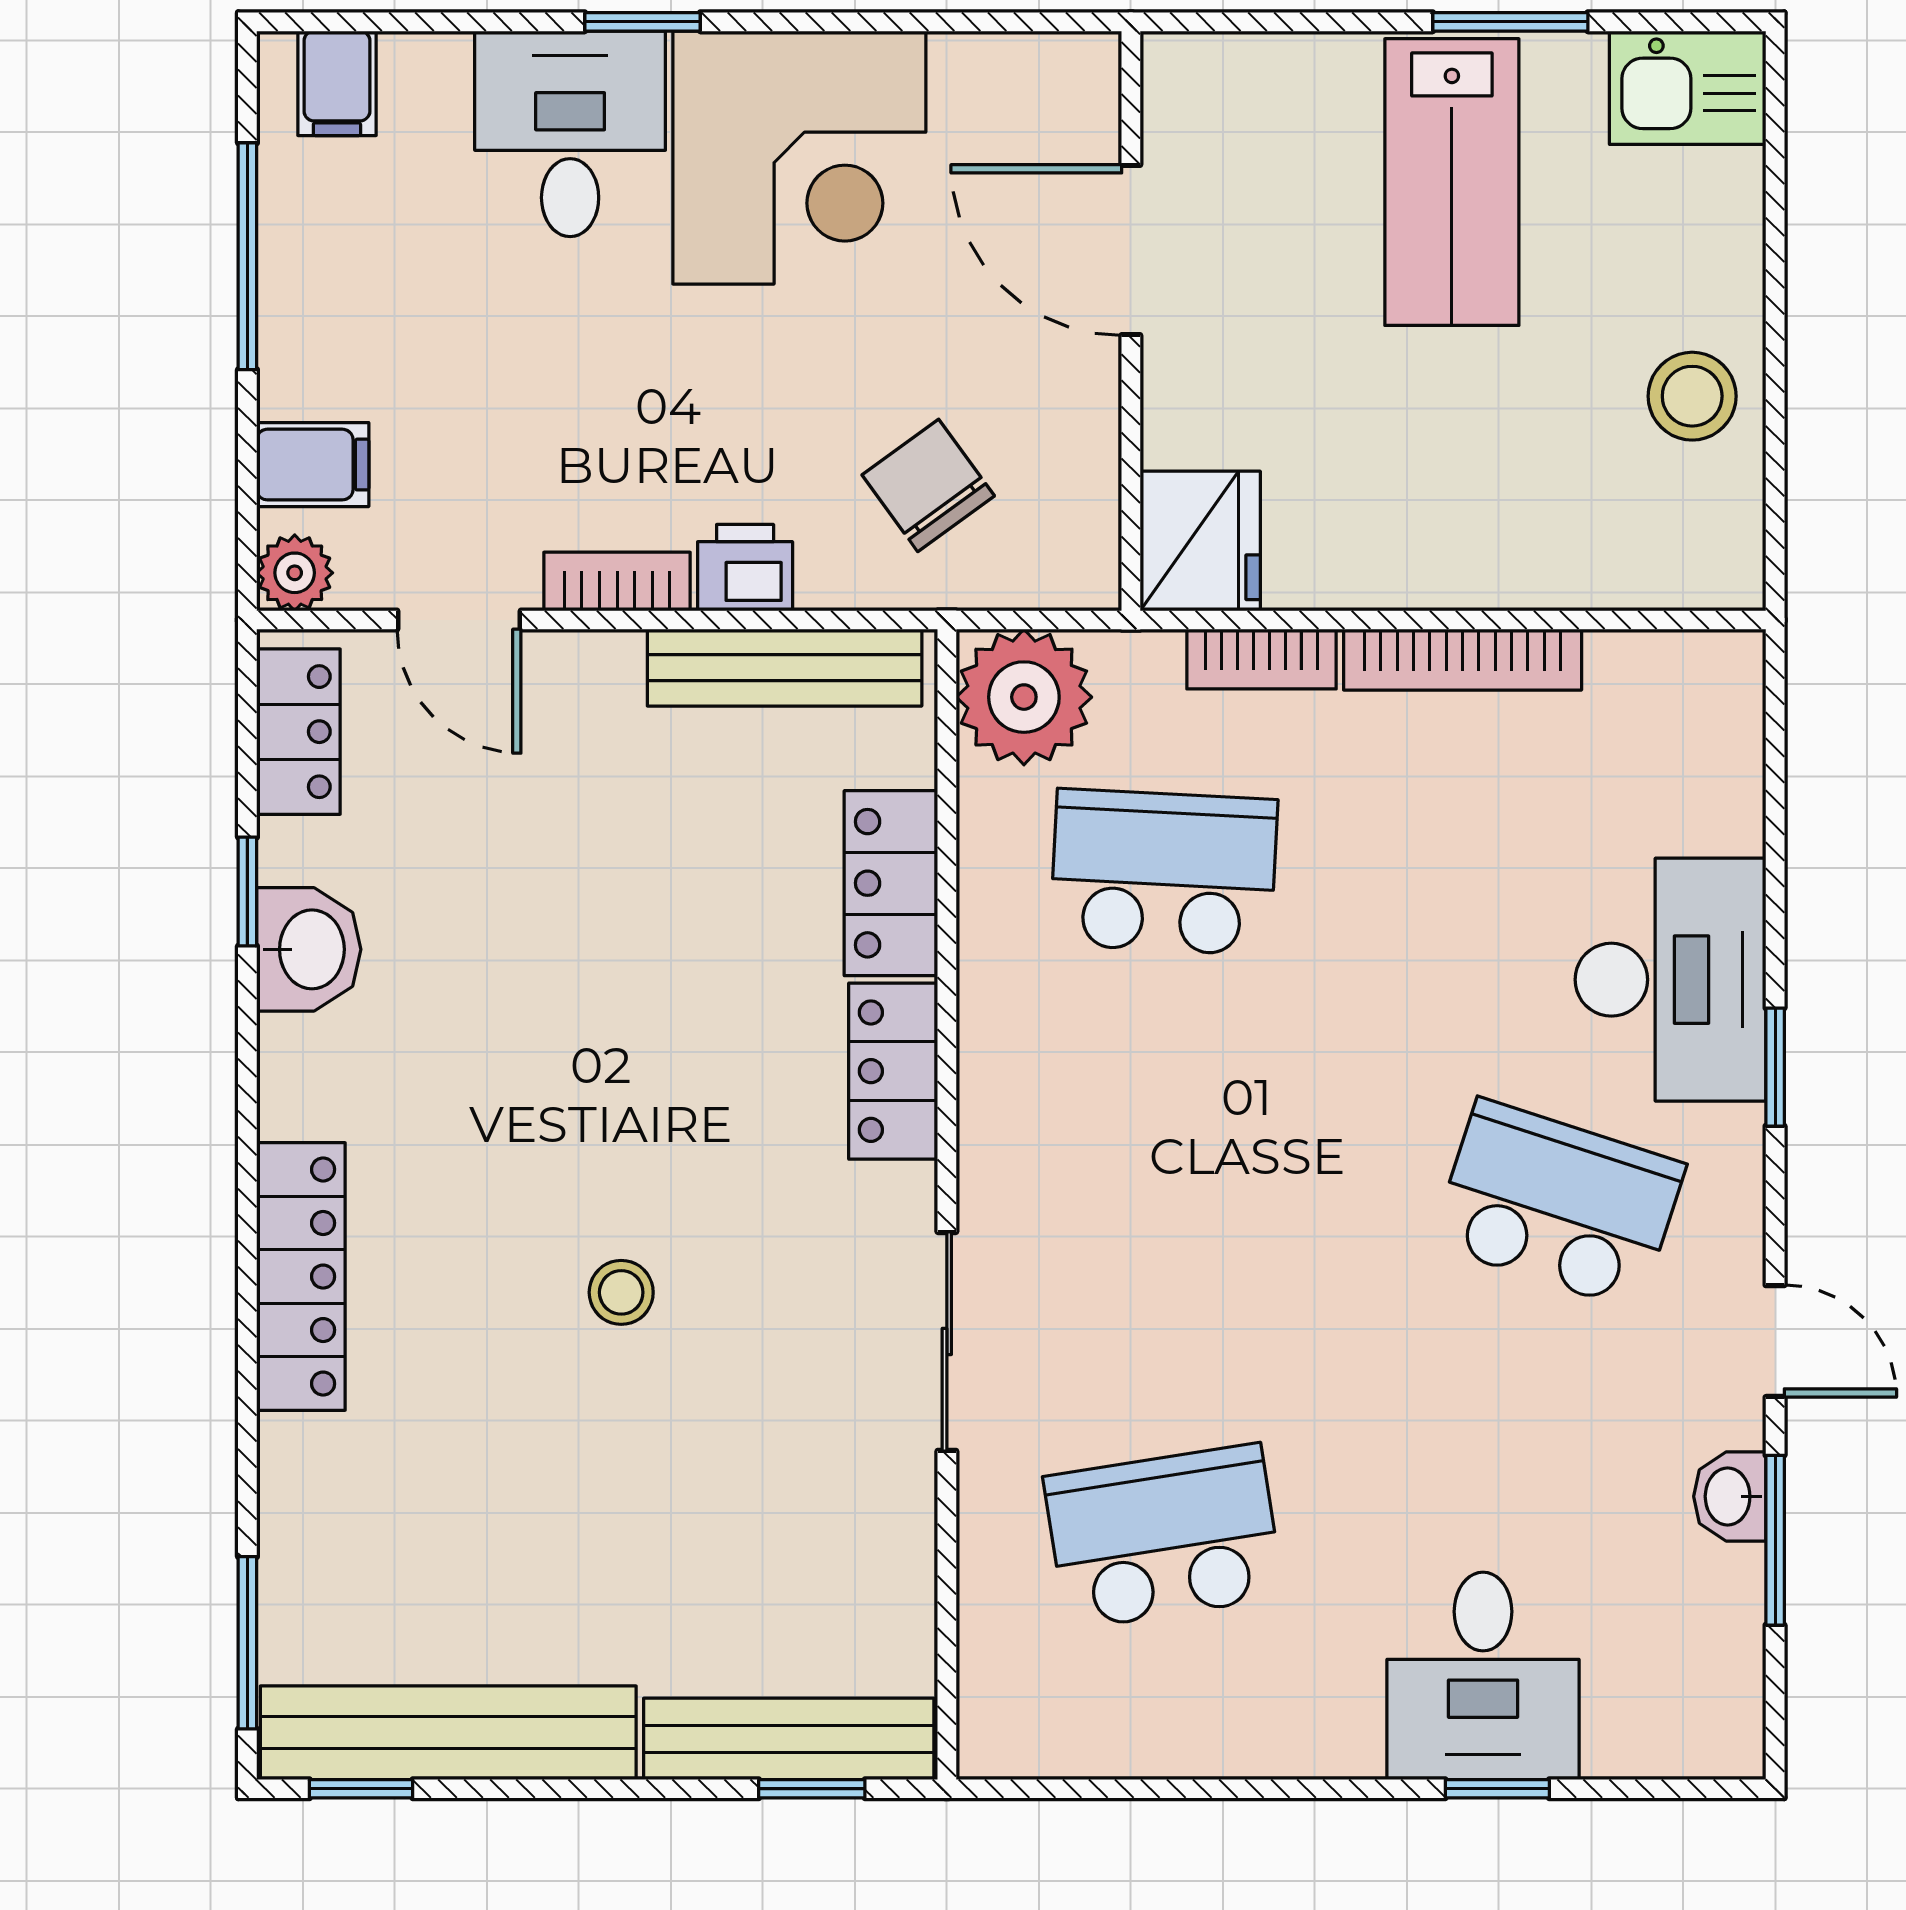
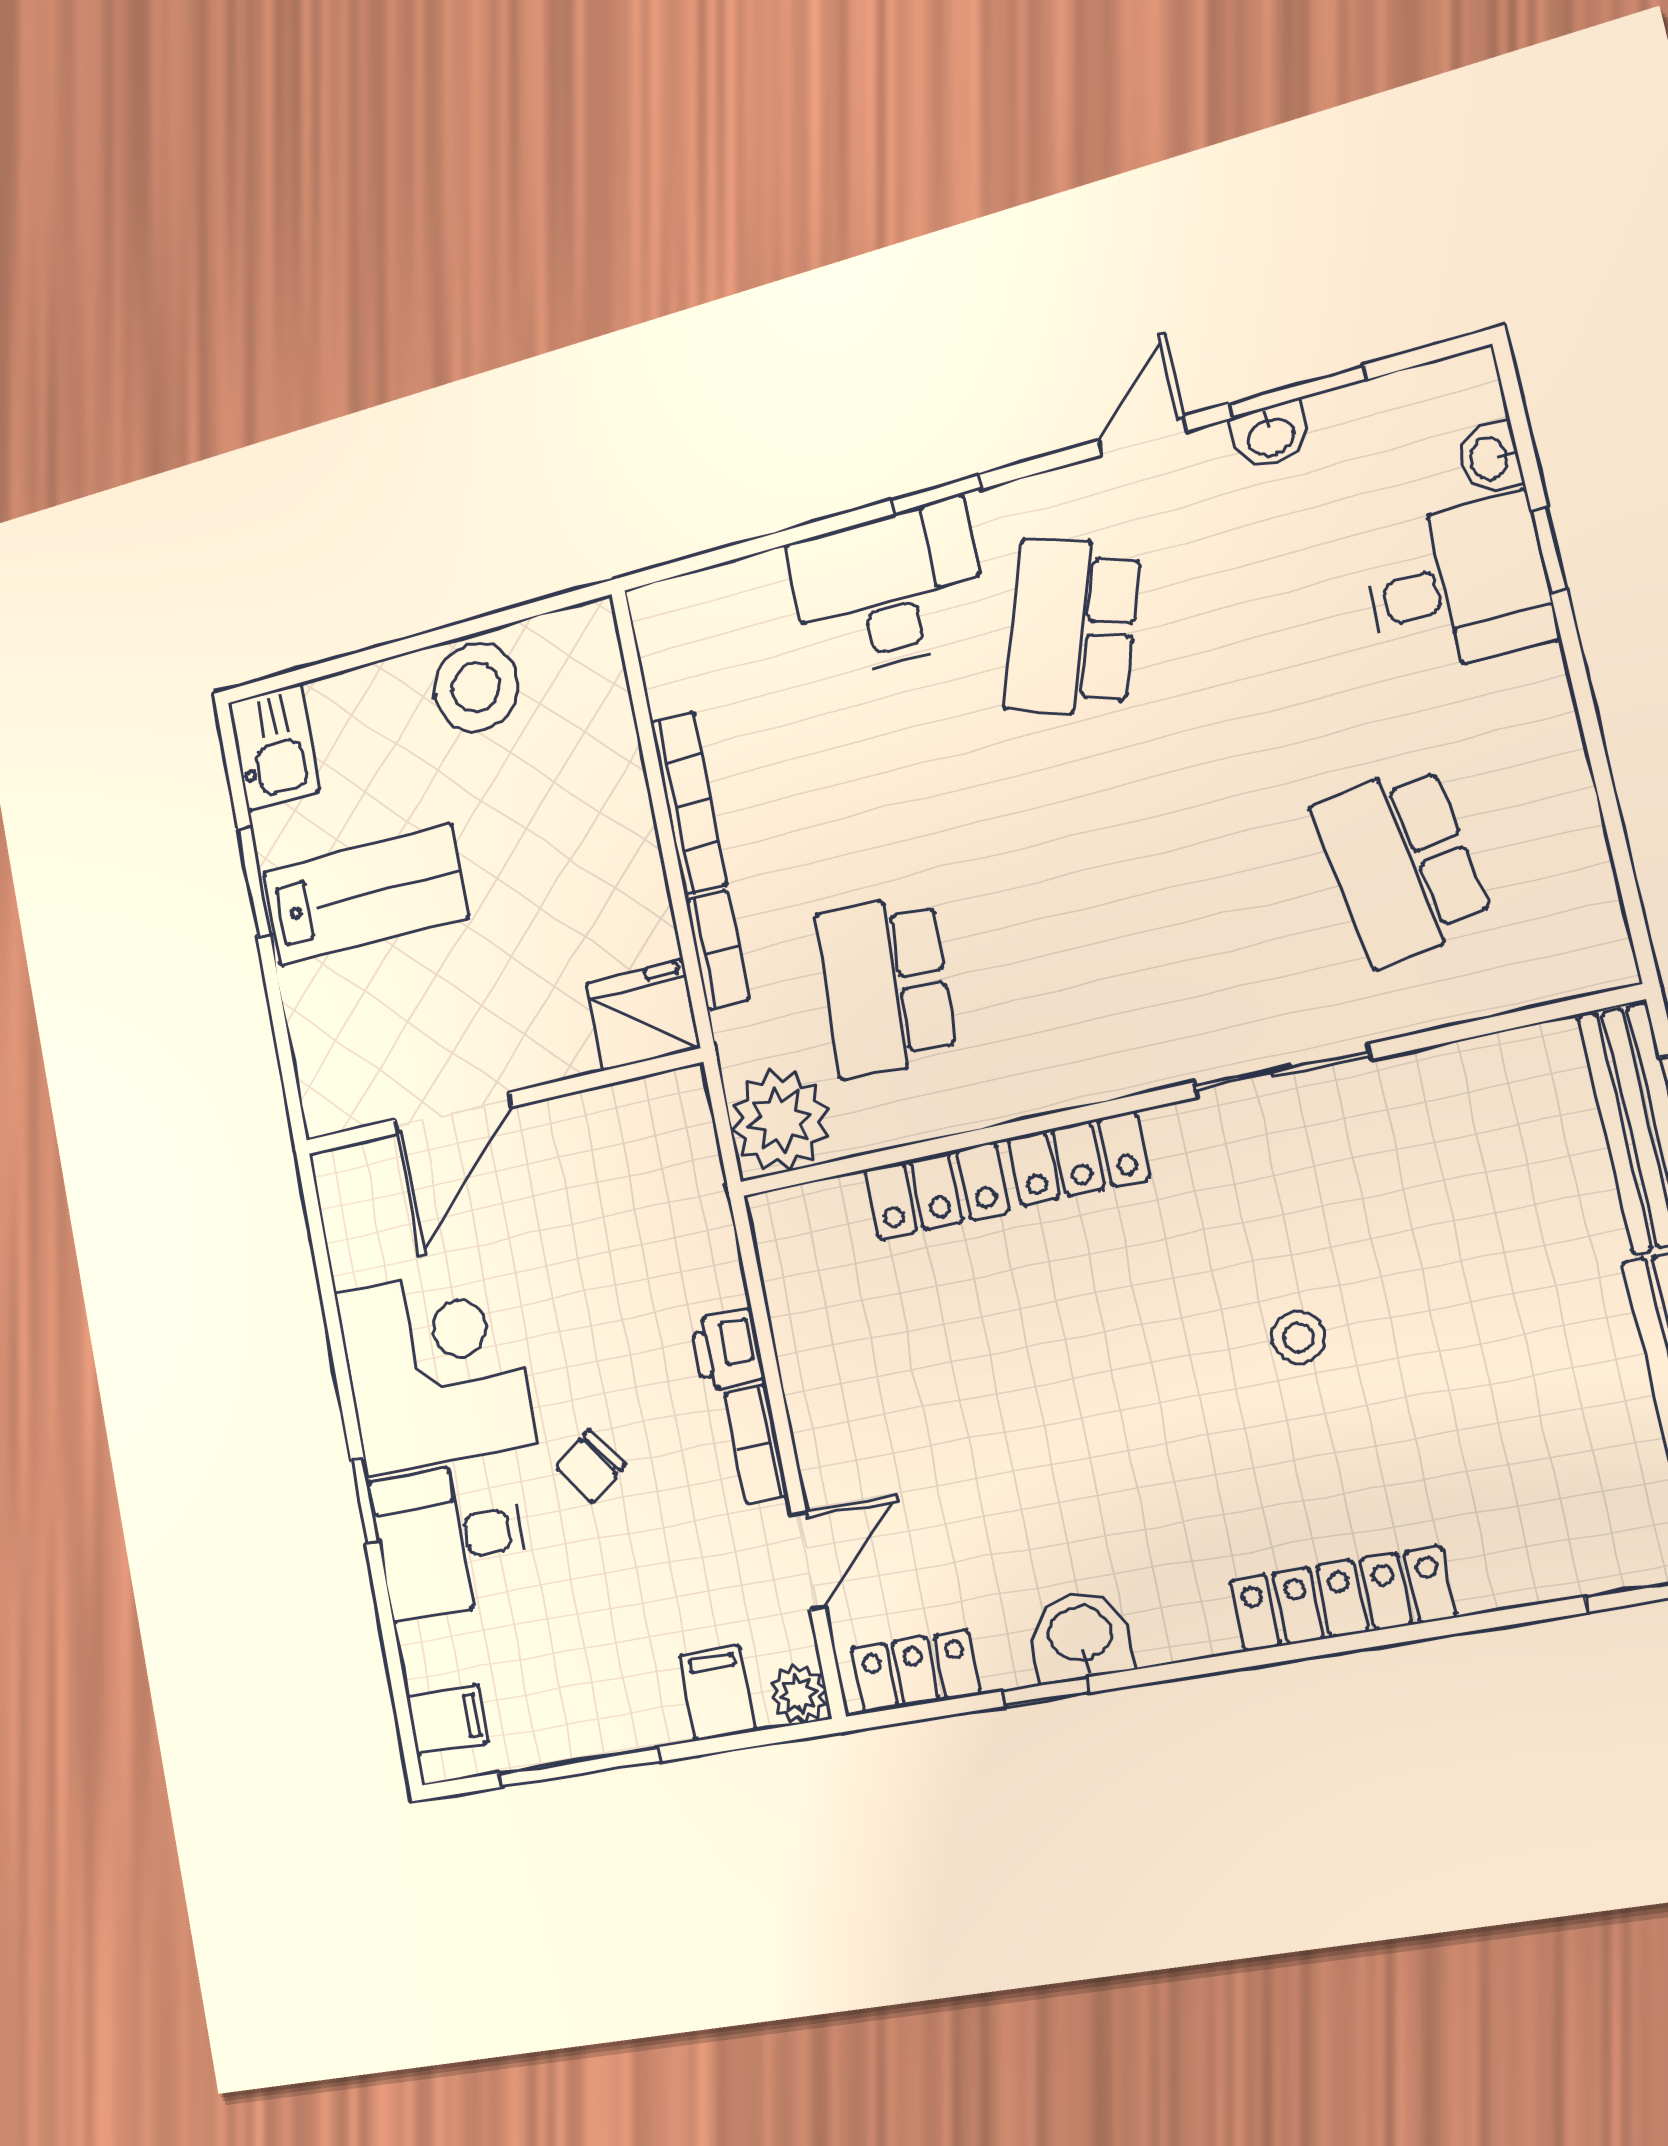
stool: (1692, 396) -> (476, 687), width x1.38, depth x1.38
chair: (928, 485) -> (591, 1466), moved, width x0.73, depth x0.73
bench: (785, 668) -> (794, 1305), removed
washbasin: (1627, 1746) -> (1490, 458), added

